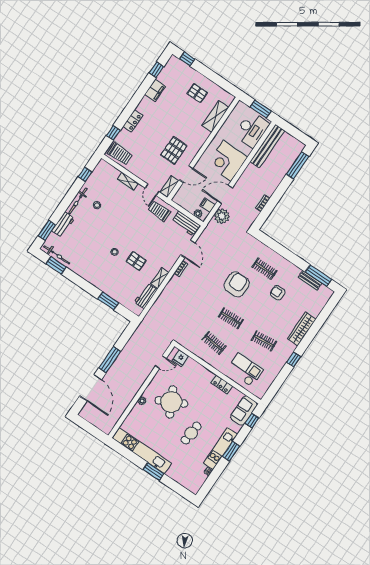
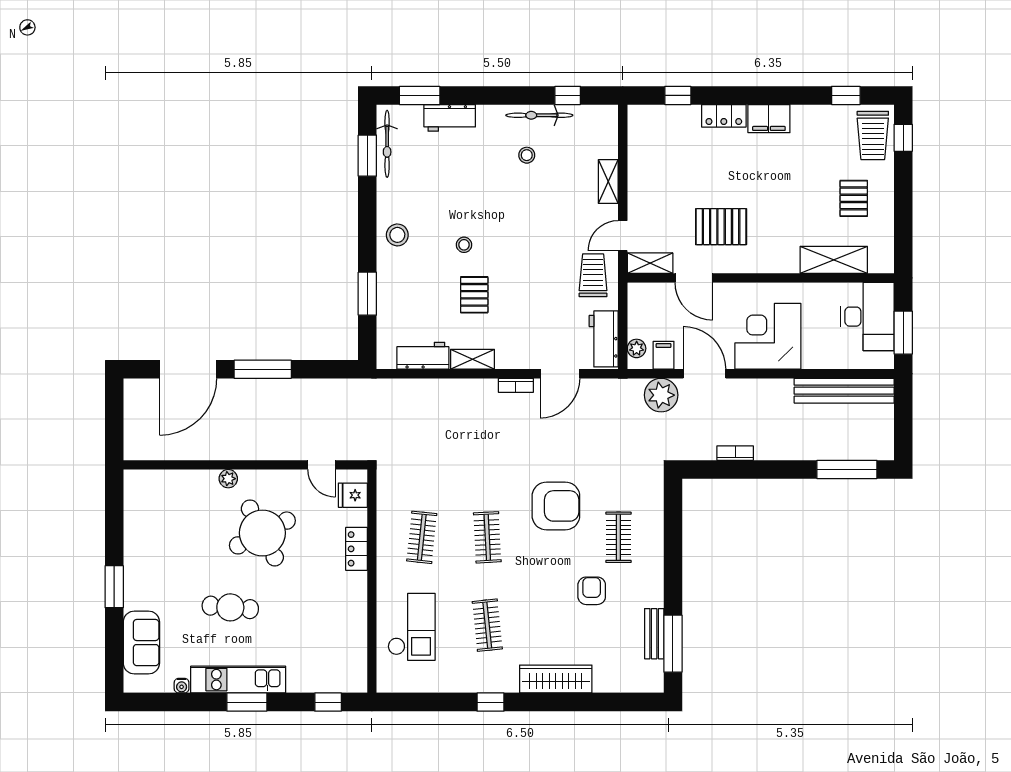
filing cabinet: (155, 90) -> (769, 119), moved
desk: (252, 130) -> (867, 317), moved, turned -90
trolley: (120, 154) -> (873, 135), moved
bicycle: (78, 201) -> (539, 115), moved
stool: (94, 274) -> (397, 235), added
locker: (222, 384) -> (356, 549), moved
sofa: (244, 411) -> (141, 643), moved, turned 90
kitchen unit: (142, 451) -> (138, 540), removed

